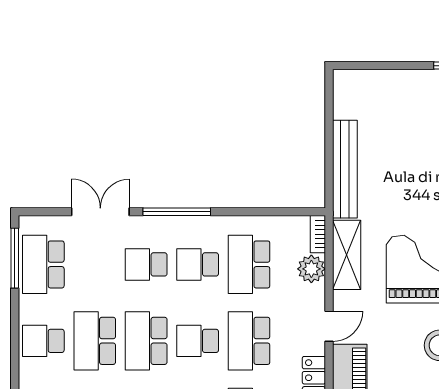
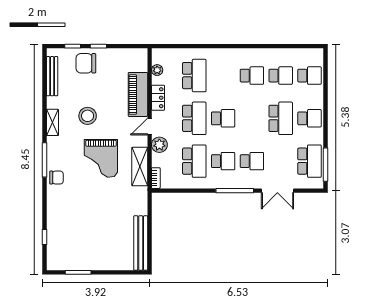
bench: (345, 169) -> (141, 243), moved
plant: (311, 269) -> (159, 145), moved
school desk: (146, 341) -> (252, 118), removed

